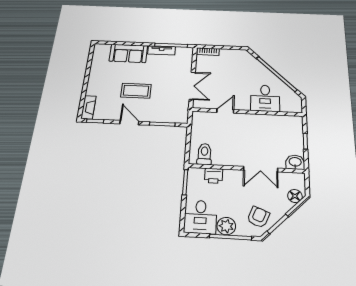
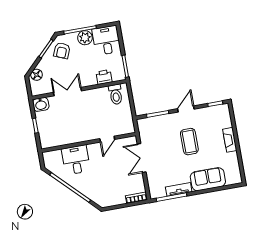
coffee table: (136, 91) -> (189, 142), turned 90
fireplace: (88, 107) -> (230, 140), moved
door: (129, 123) -> (186, 109), swing flipped

